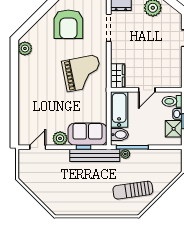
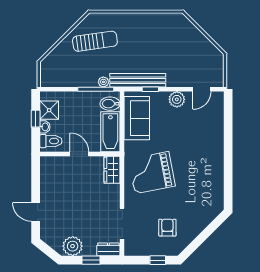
armchair: (68, 24) -> (167, 228), width x0.53, depth x0.53
plant: (25, 48) -> (216, 200), removed
door: (147, 90) -> (79, 154), hinge flipped
sofa: (87, 134) -> (137, 118), moved, turned -90

